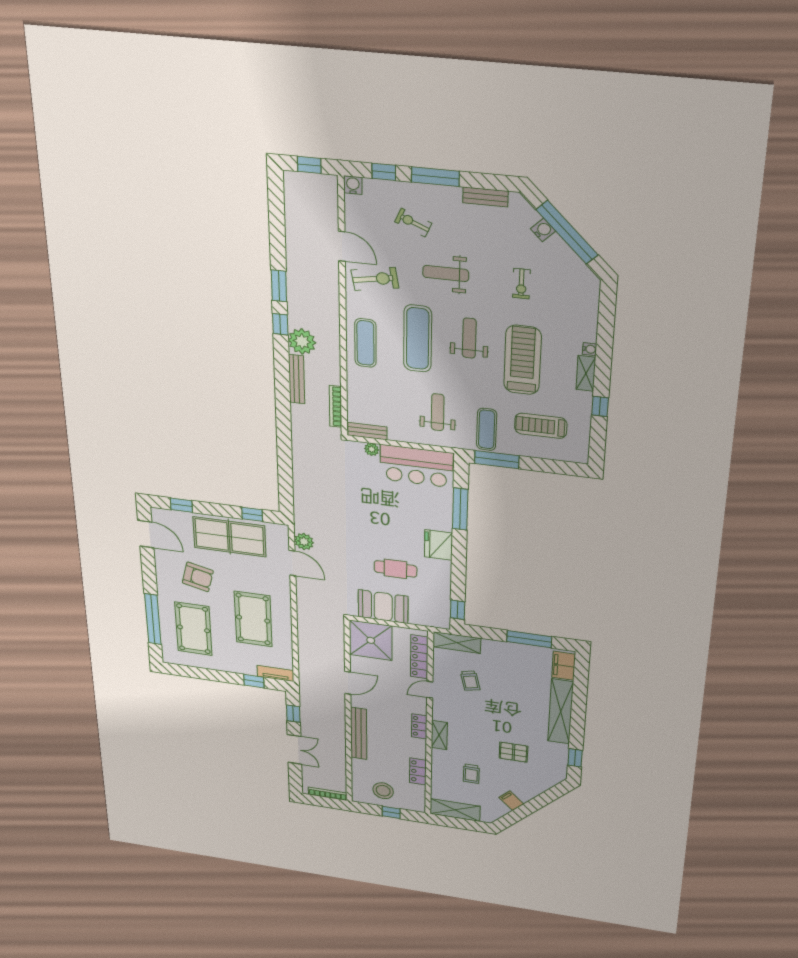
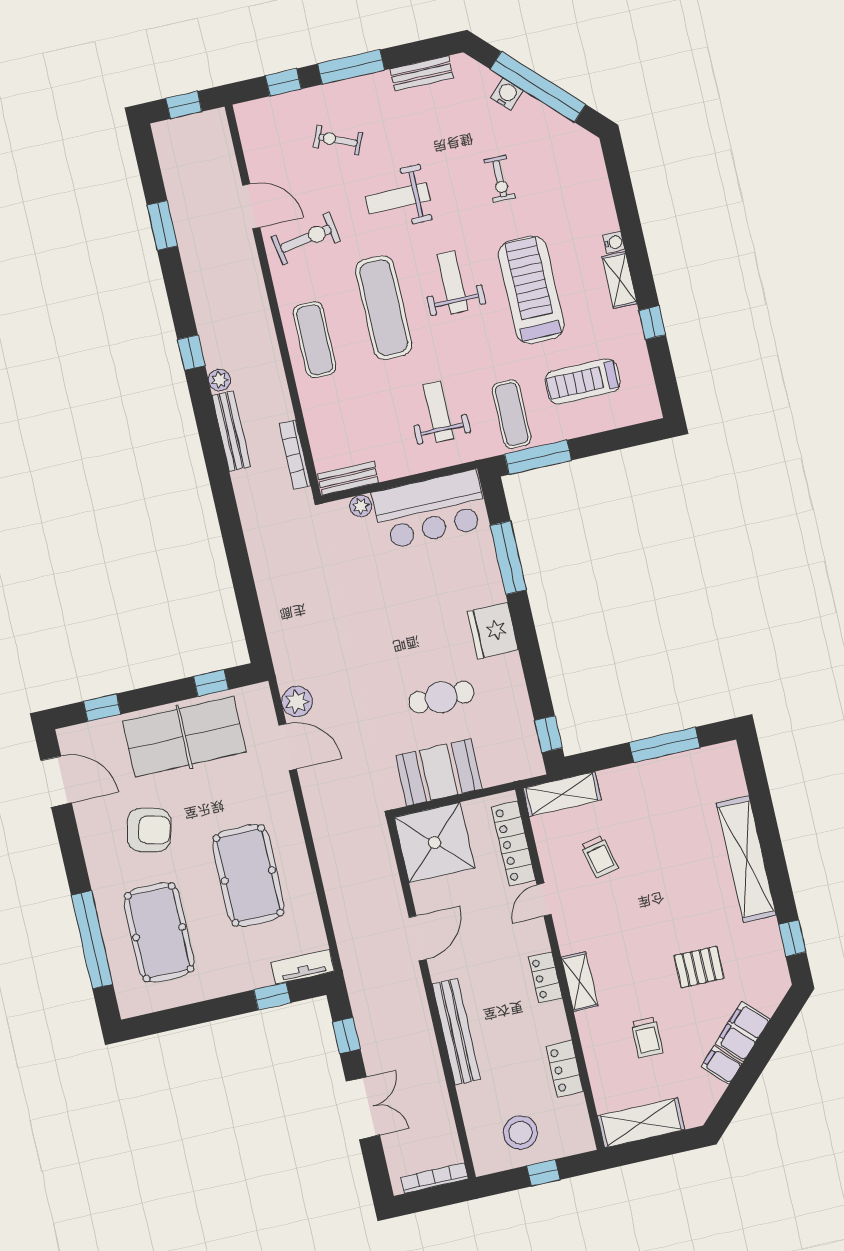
water cooler: (353, 185) -> (247, 114), removed
window: (279, 286) -> (162, 225), moved
plant: (302, 341) -> (219, 380), width x0.53, depth x0.53
filing cabinet: (564, 666) -> (743, 1032), moved, turned 45

